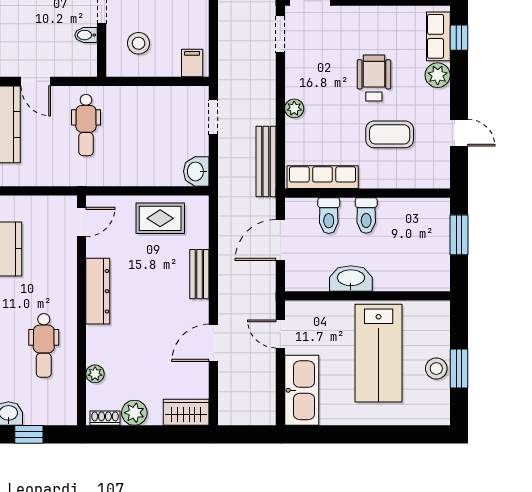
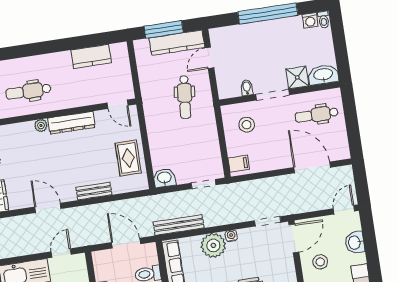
water cooler: (293, 89) -> (231, 236), added
plant: (294, 108) -> (213, 245), width x1.87, depth x1.87
dental chair: (86, 125) -> (185, 97), turned -84
plant: (95, 374) -> (41, 125), moved

